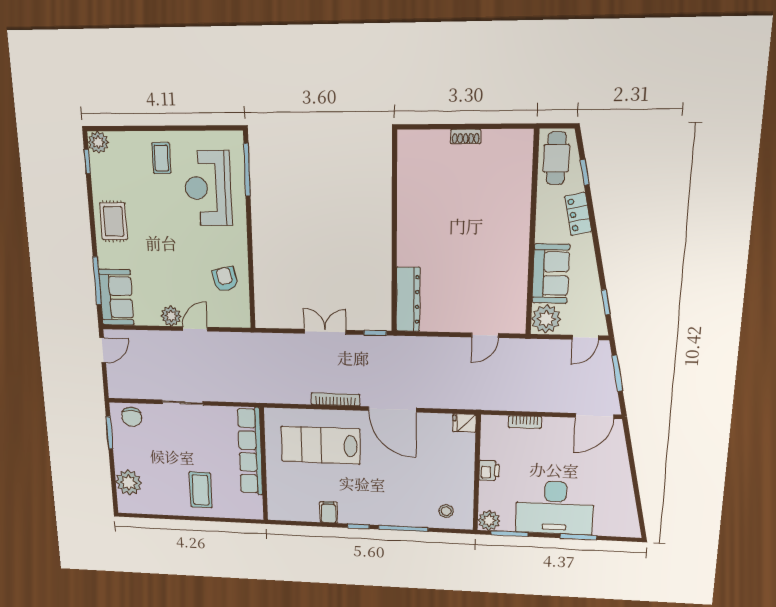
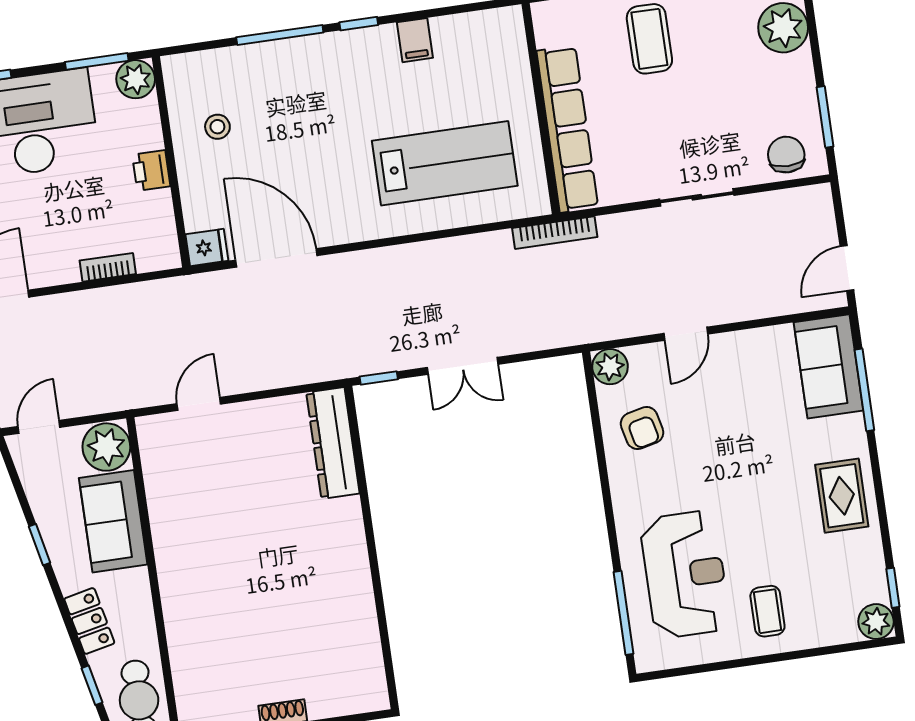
window: (606, 302) -> (39, 545), moved
plant: (171, 316) -> (610, 367), moved
bookcase: (335, 399) -> (555, 233), moved
door: (392, 409) -> (276, 258), moved
stool: (446, 511) -> (217, 127), moved

